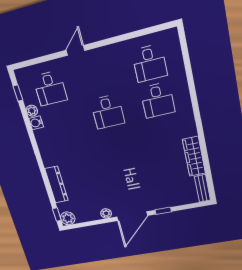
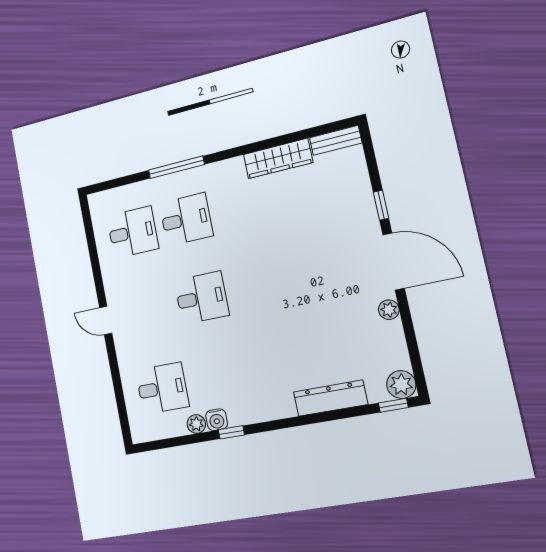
door: (75, 50) -> (106, 320), moved
window: (193, 92) -> (176, 167), added
window: (18, 93) -> (231, 432), moved

